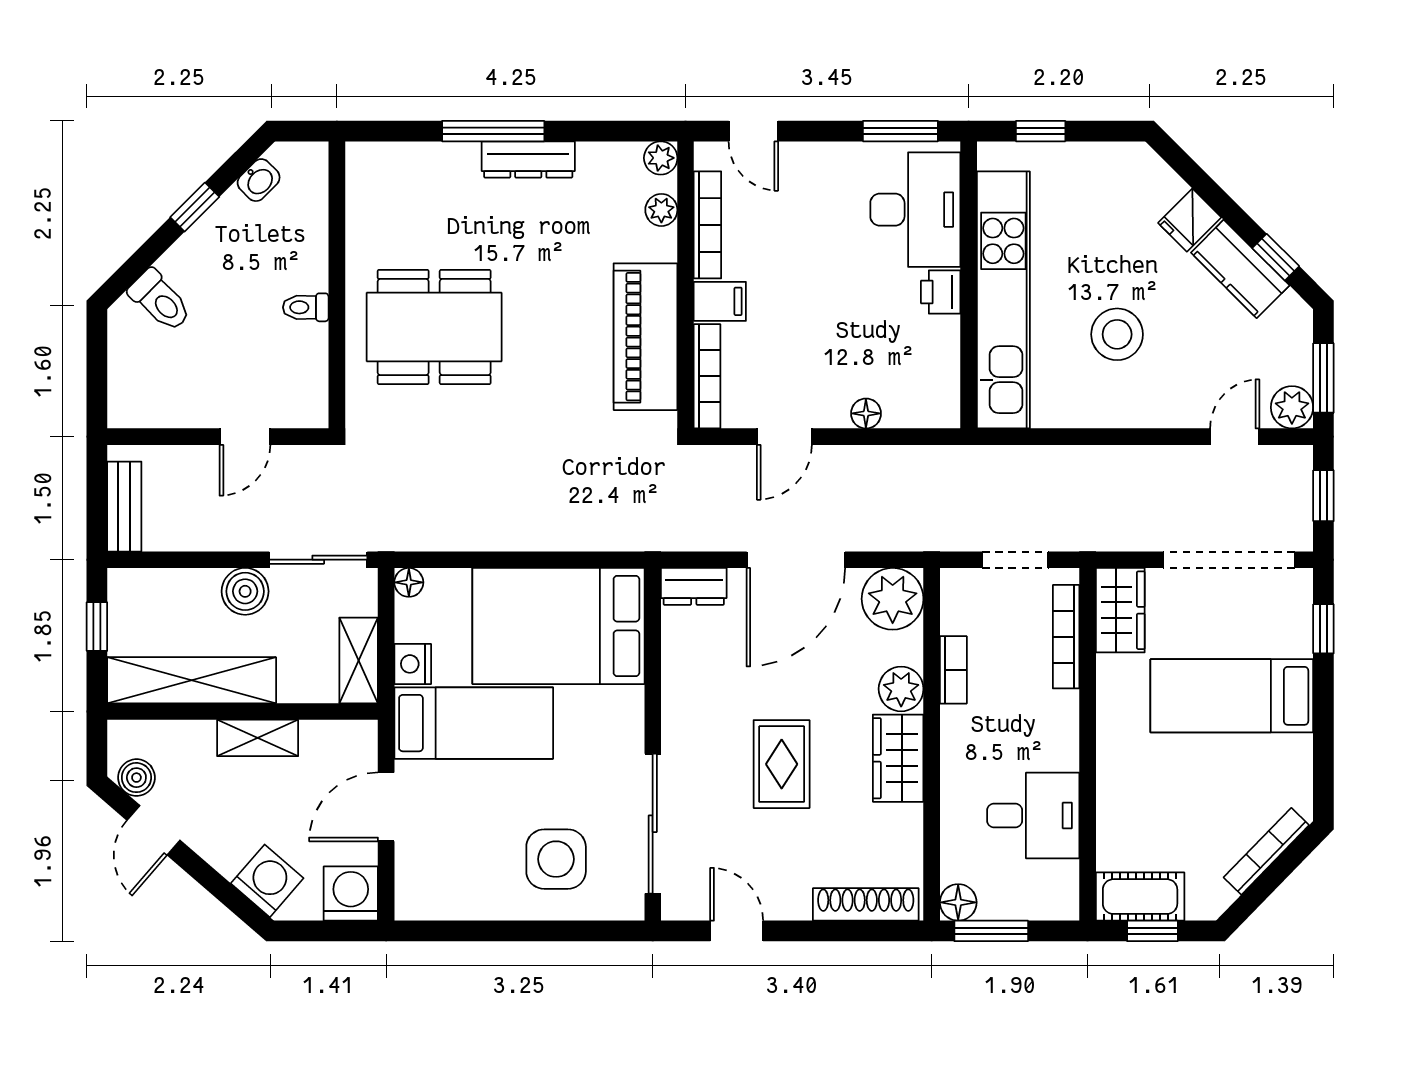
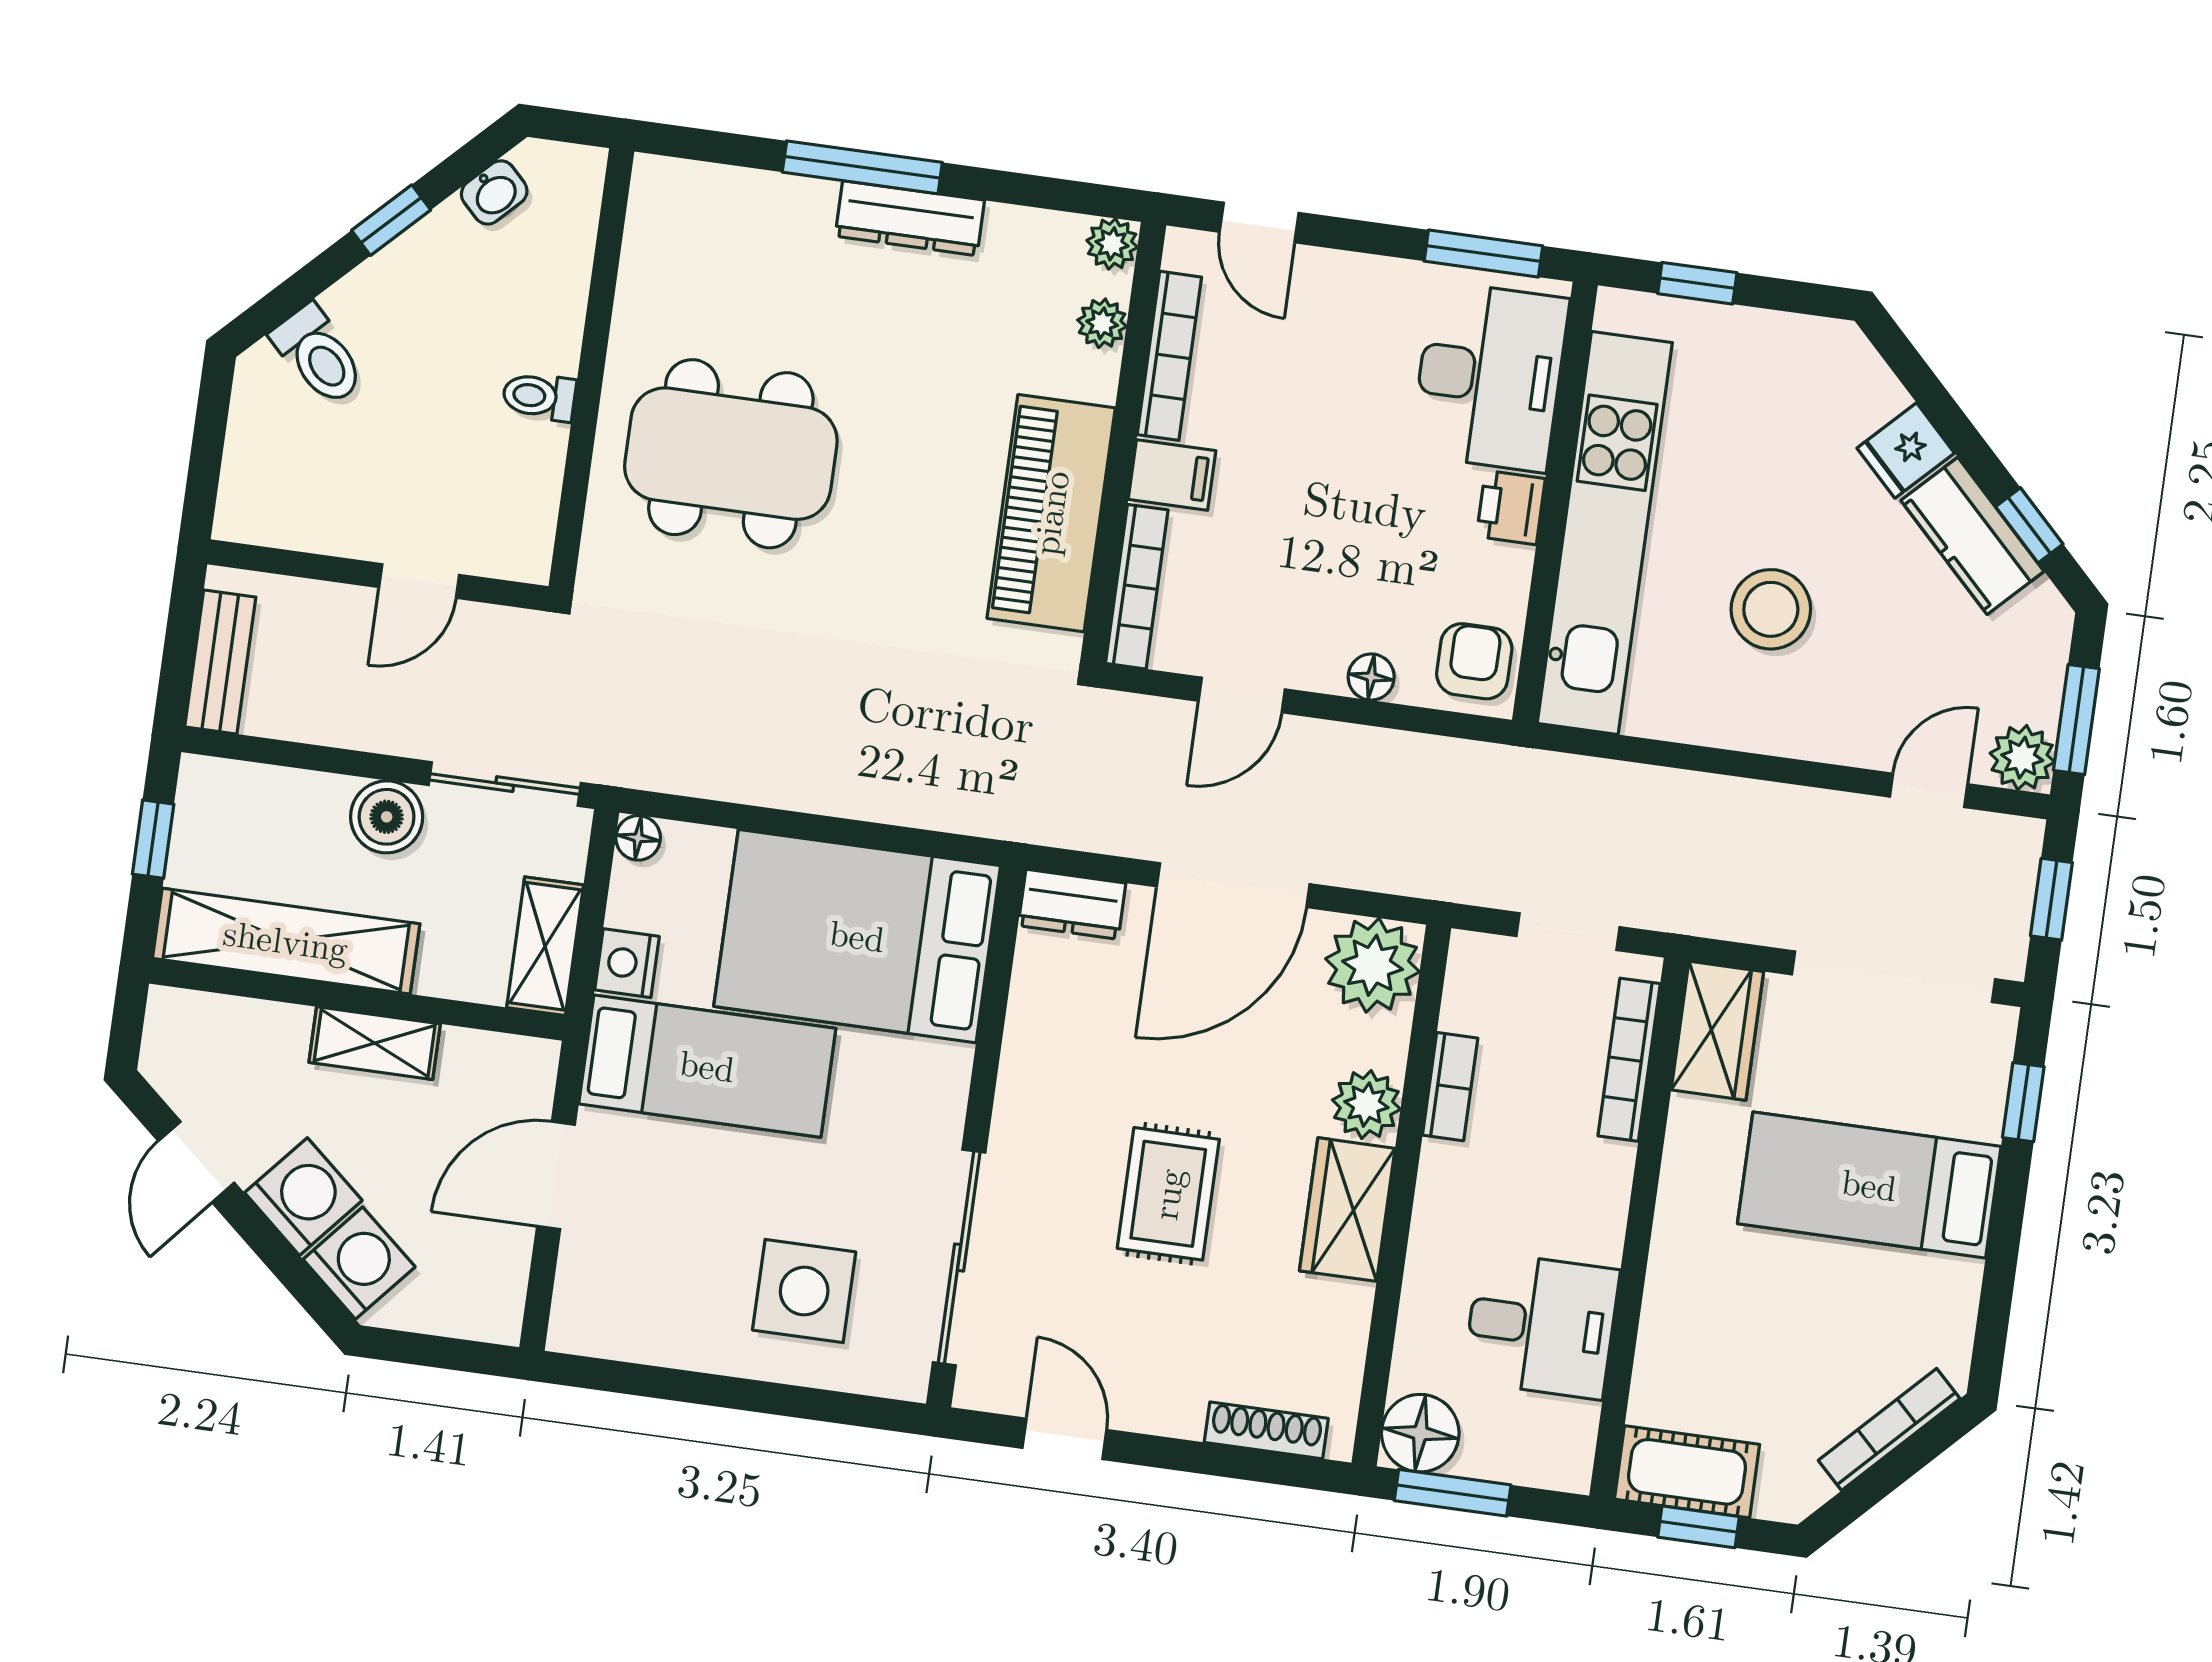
armchair: (931, 394) -> (1474, 661), added
boiler: (136, 778) -> (181, 1078), removed
washing machine: (351, 894) -> (303, 1197), moved, turned 41
floor lamp: (958, 902) -> (1420, 1433), width x1.38, depth x1.38
shoe rack: (866, 904) -> (1266, 1430), width x0.74, depth x0.81

